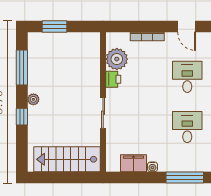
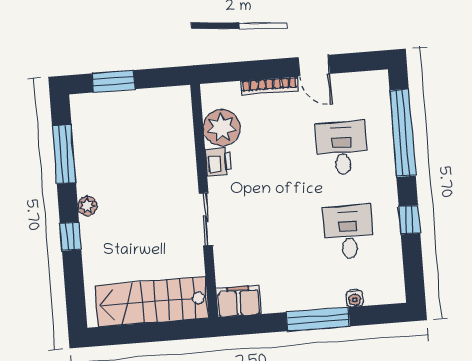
door: (187, 26) -> (314, 66), moved
filing cabinet: (134, 163) -> (239, 301), moved
water cooler: (152, 167) -> (355, 298), moved
window: (185, 177) -> (318, 319), moved

